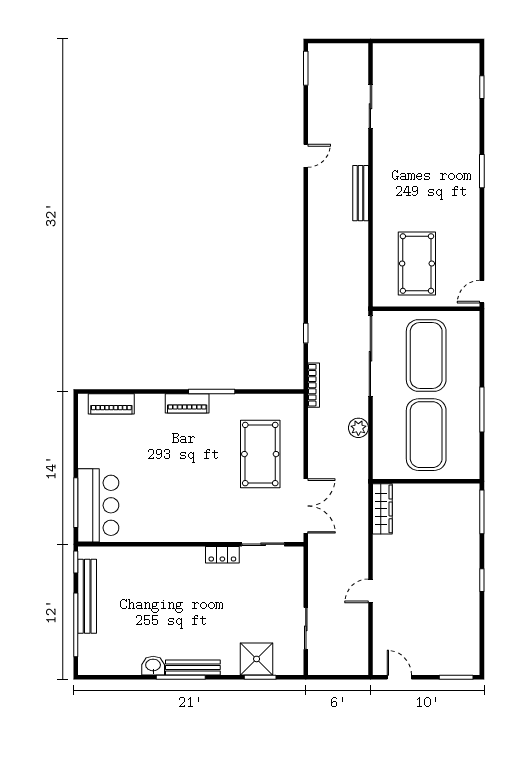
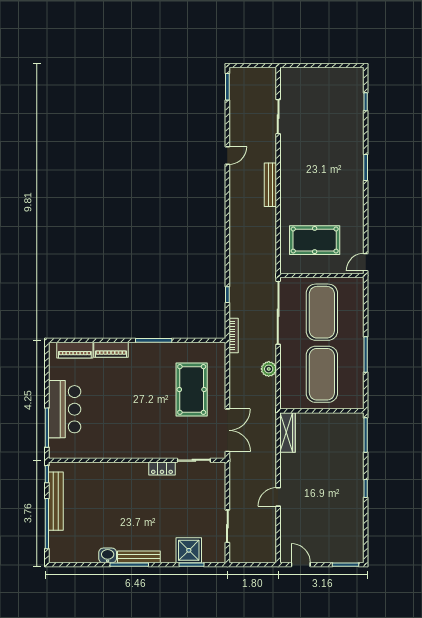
pool table: (417, 264) -> (315, 240), turned 90
piano: (187, 403) -> (111, 350), moved
bar counter: (98, 505) -> (65, 409), moved

